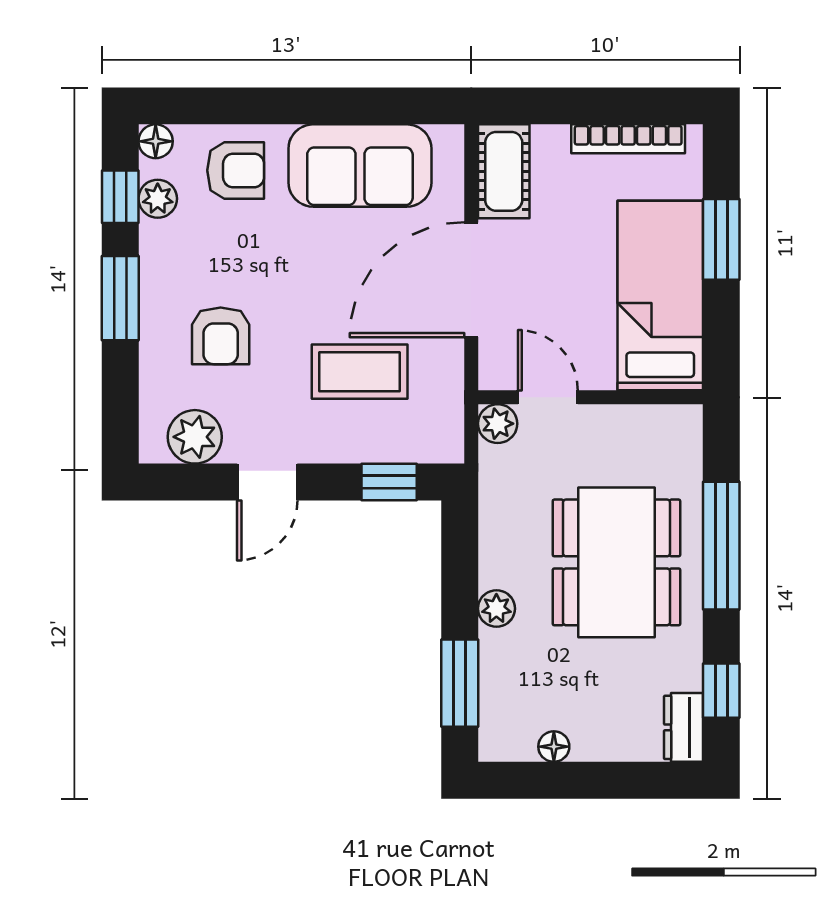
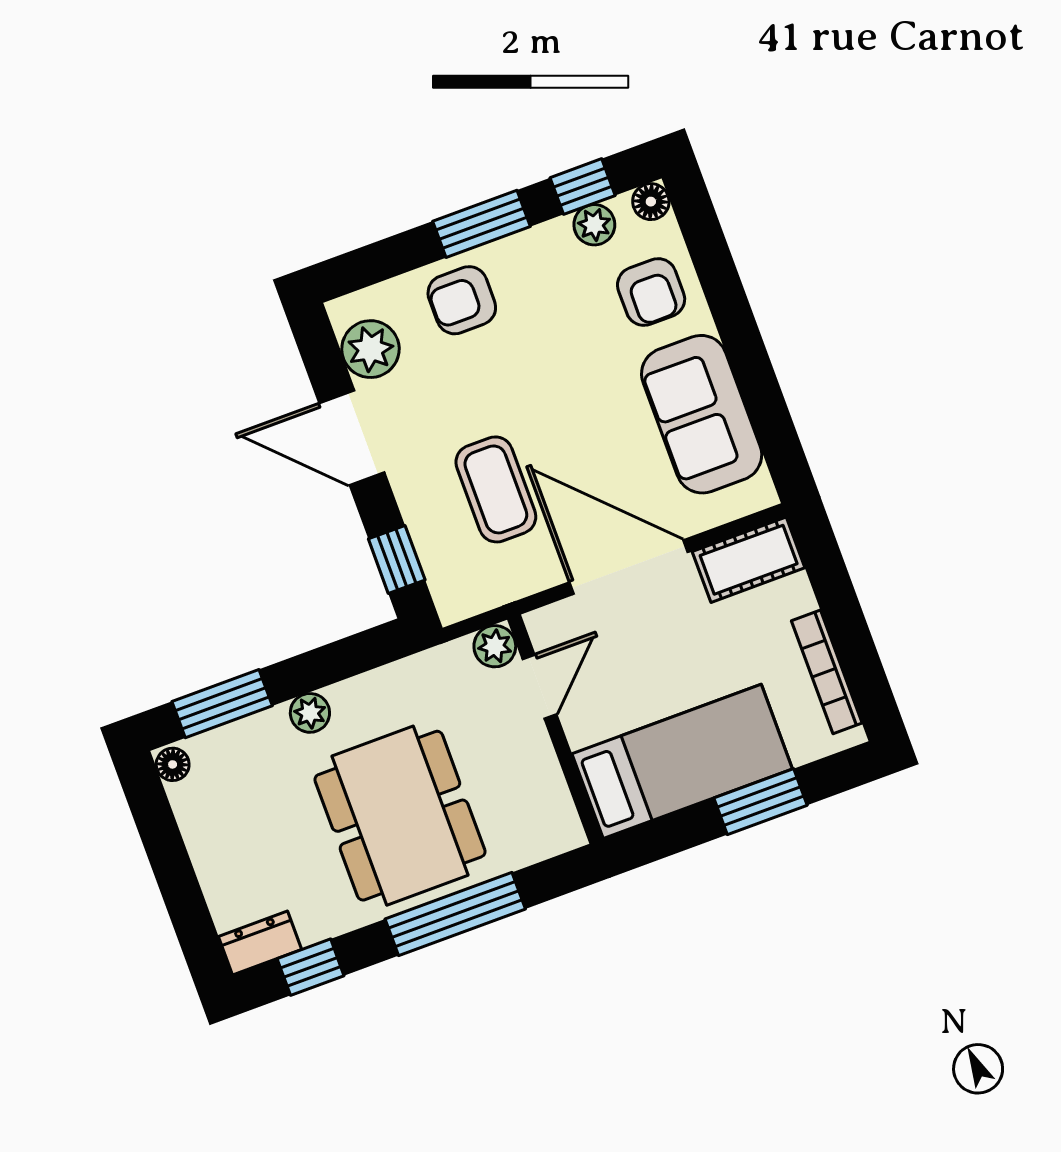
armchair: (221, 336) -> (462, 300), moved
door: (267, 482) -> (352, 438), width x1.38
dining table: (616, 562) -> (400, 816), turned 90
floor lamp: (554, 747) -> (173, 764), moved

